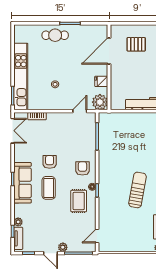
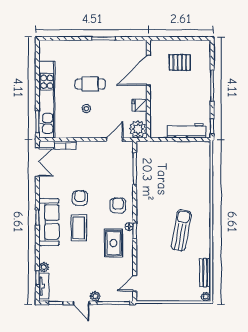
cafe table: (55, 35) -> (90, 84), moved

